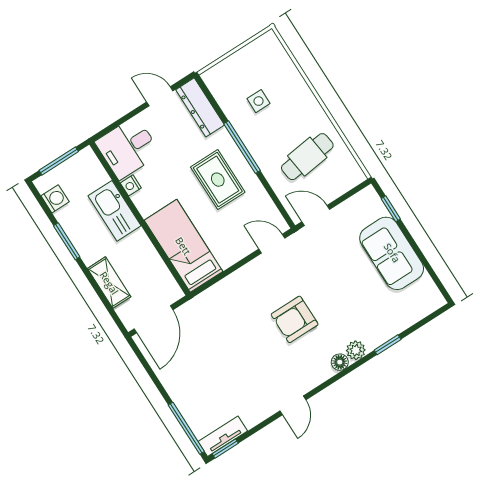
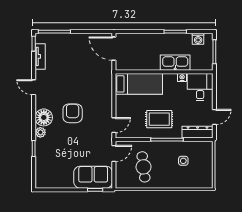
sofa: (392, 253) -> (93, 177), moved
shelving: (109, 283) -> (144, 39), removed
floor lamp: (340, 362) -> (44, 117), width x1.89, depth x1.89
tv unit: (223, 436) -> (40, 56), moved

